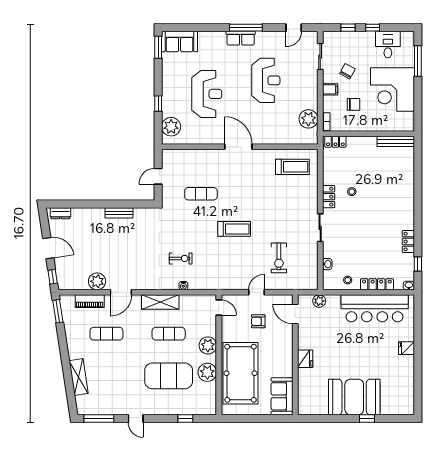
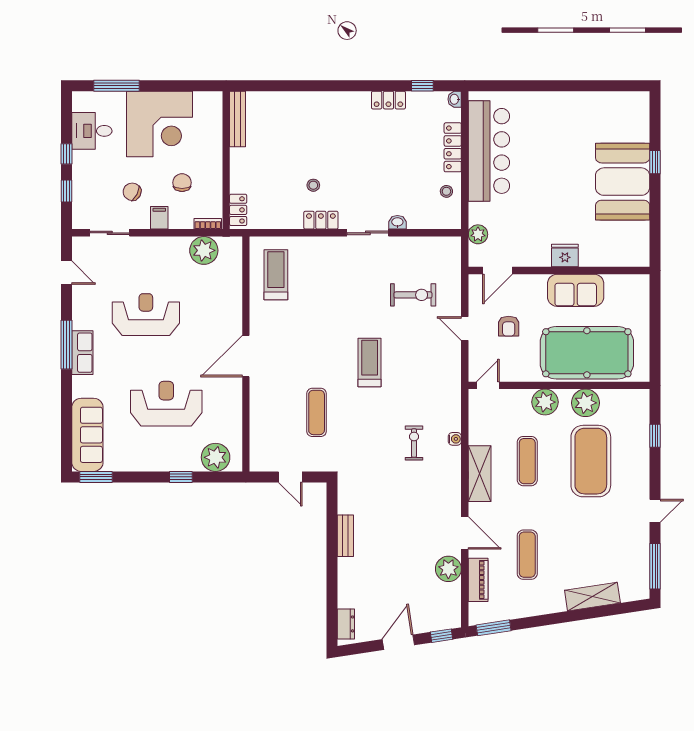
sofa: (180, 42) -> (87, 435), width x1.36
washbasin: (327, 264) -> (397, 222), moved
fridge: (406, 348) -> (549, 103), removed
sofa: (282, 396) -> (576, 290), moved

